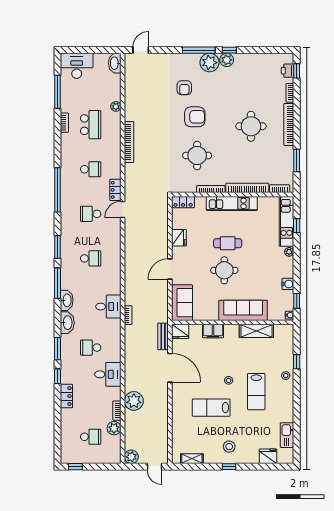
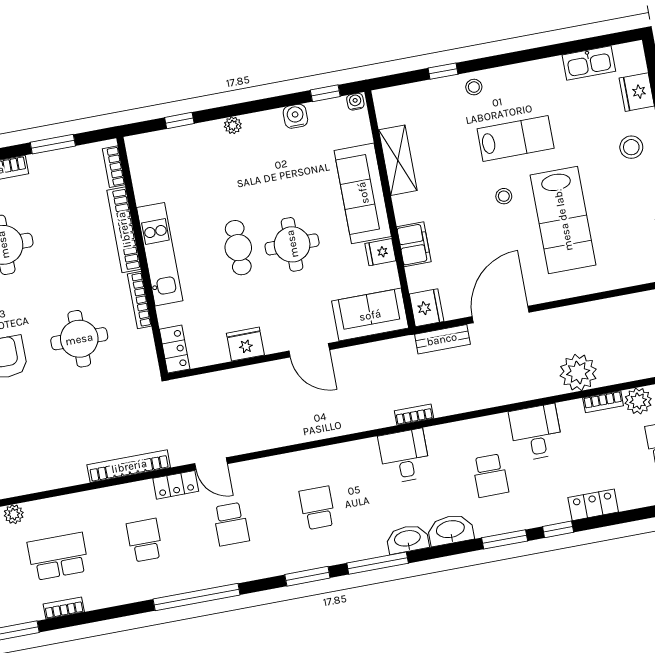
bookcase: (129, 142) -> (129, 466), moved
kitchen unit: (287, 221) -> (175, 141), removed
fridge: (212, 314) -> (380, 252), added
lab bench: (211, 408) -> (563, 220), width x1.36, depth x1.39
stool: (229, 447) -> (631, 147), moved

